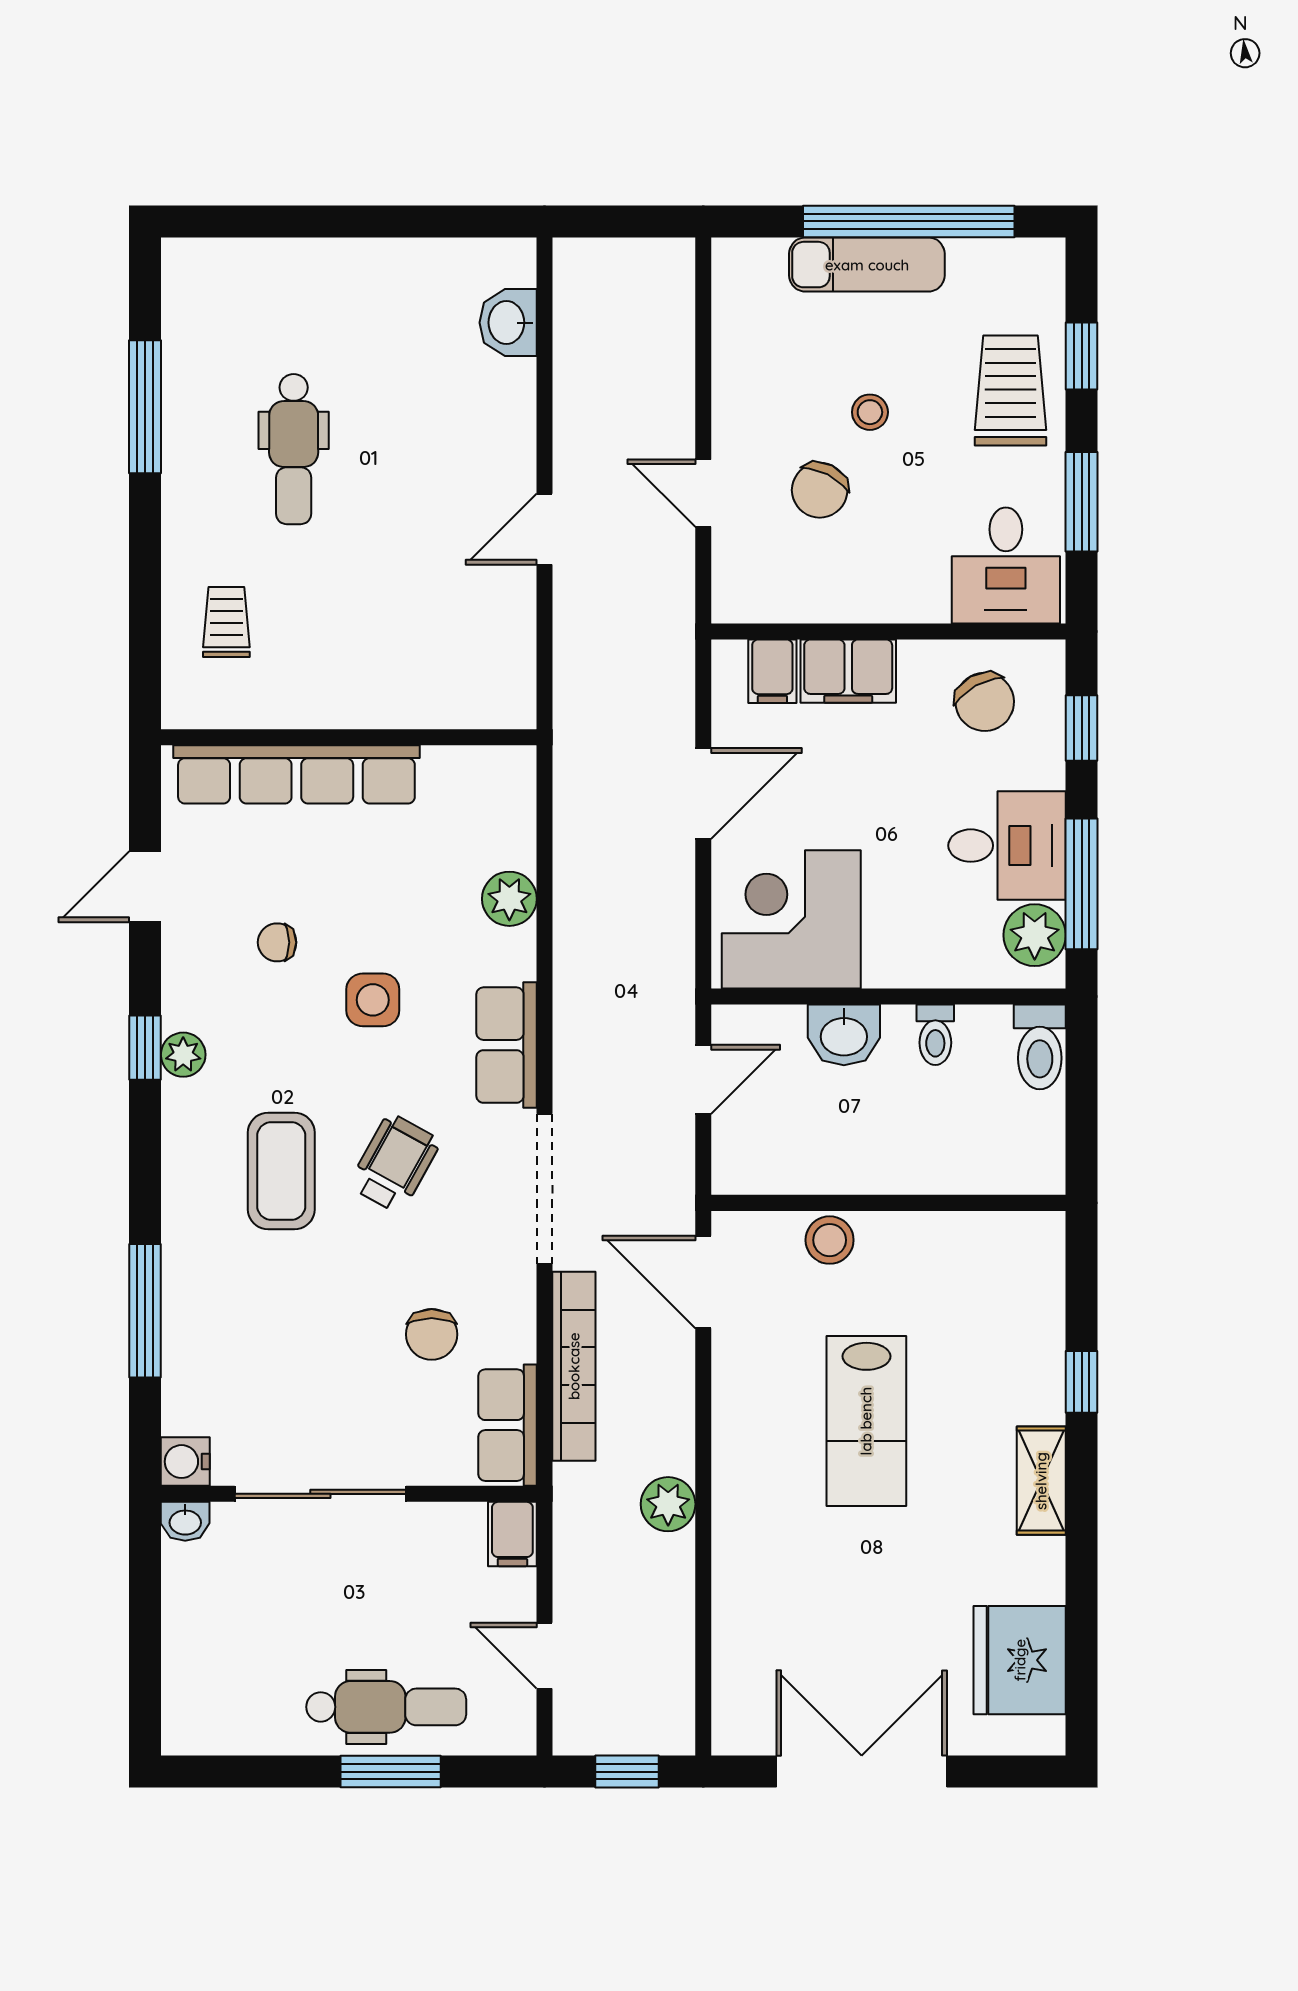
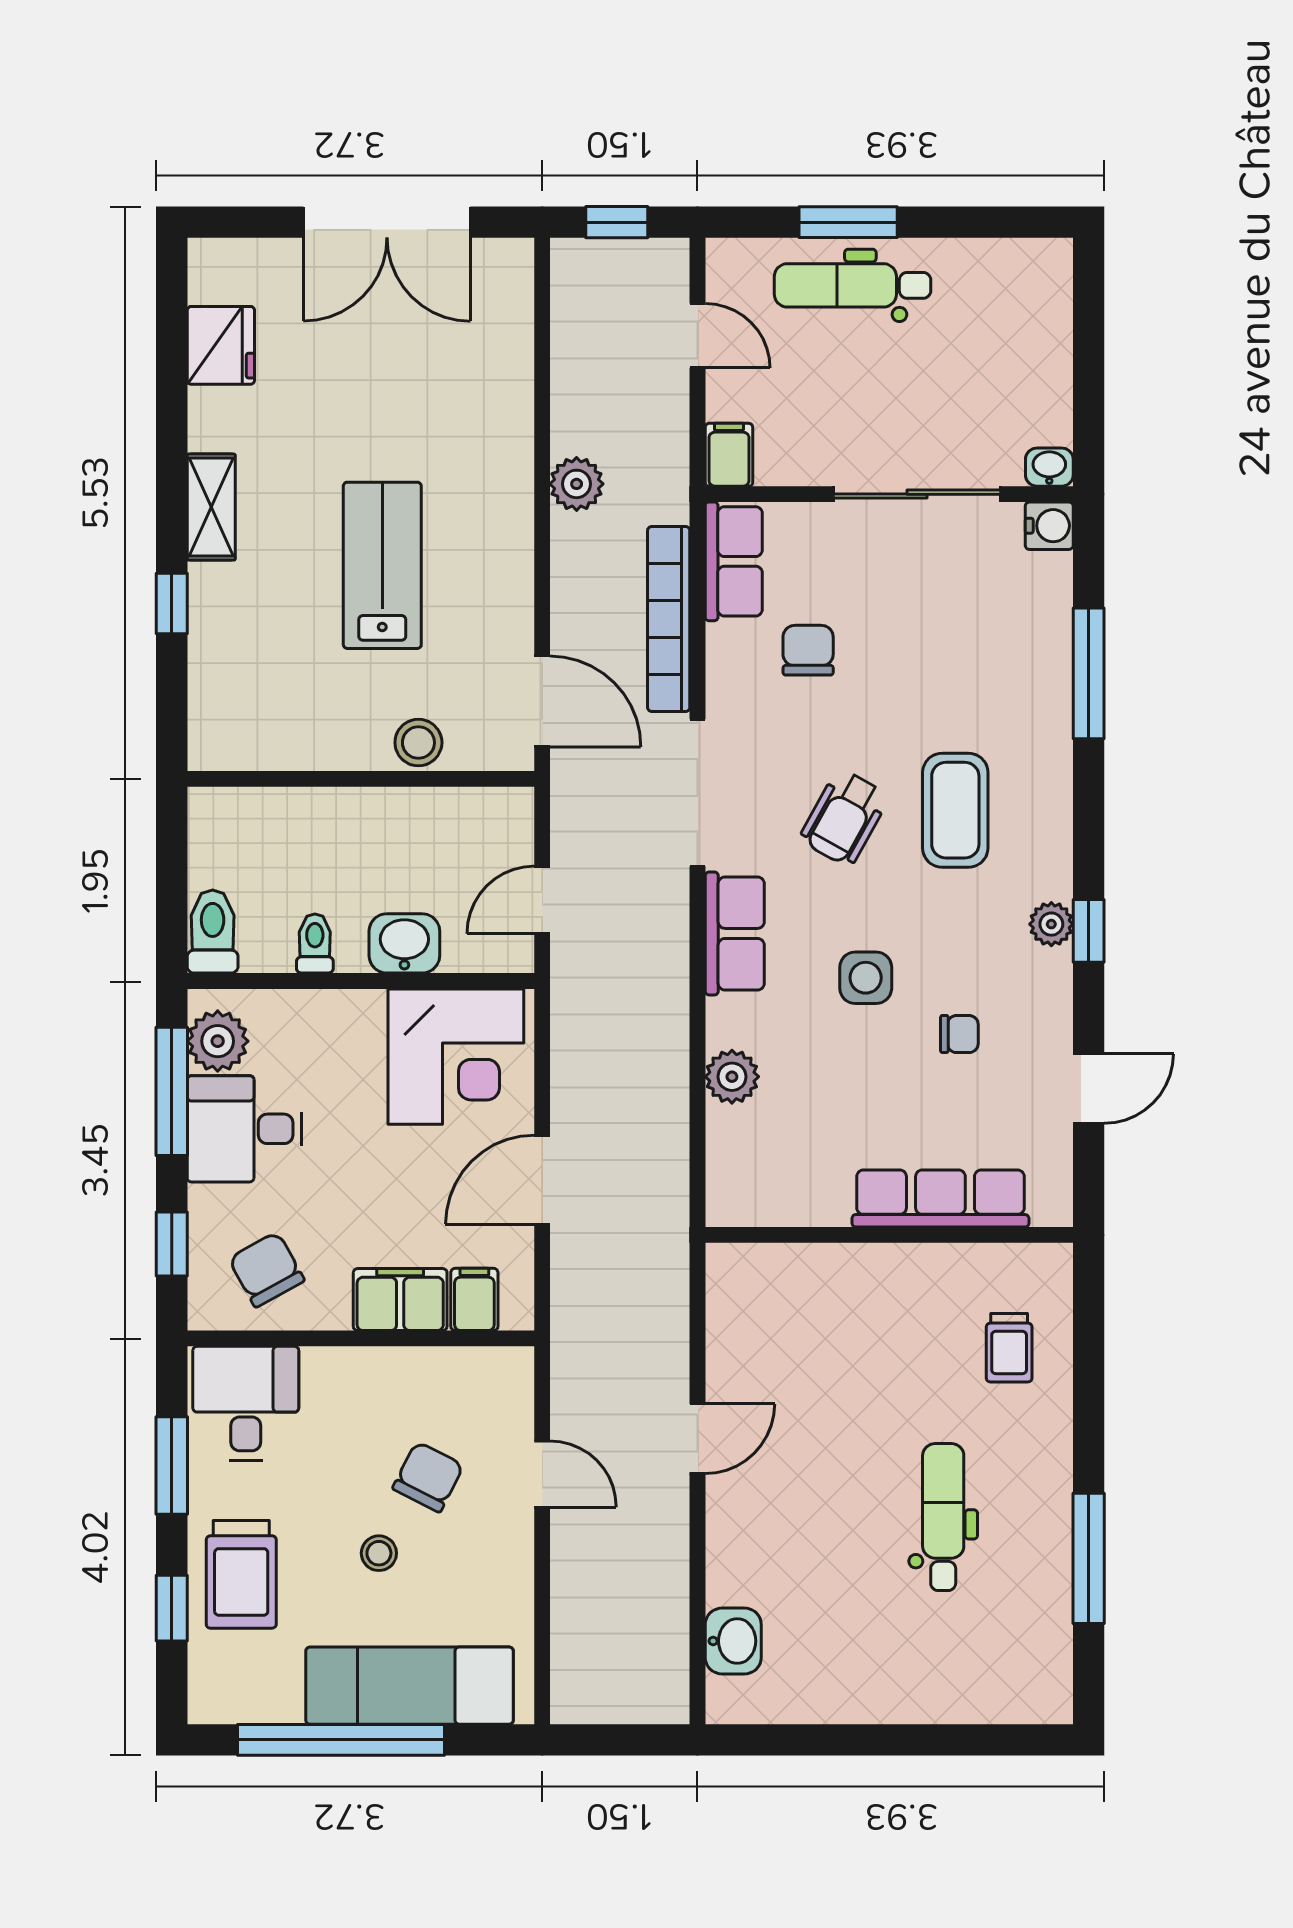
exam couch: (867, 265) -> (409, 1686), width x1.36, depth x1.45
row of seats: (296, 774) -> (940, 1198), width x0.73
fridge: (1020, 1660) -> (221, 345), width x0.73, depth x0.75

